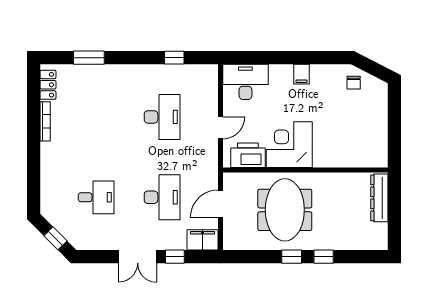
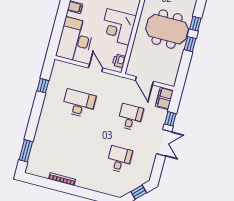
window: (89, 58) -> (26, 151), moved
desk: (245, 82) -> (75, 40), width x1.36, depth x1.30
locker: (48, 85) -> (39, 171), removed
printer: (248, 155) -> (119, 61), width x0.53, depth x0.68
desk: (162, 197) -> (130, 117), width x0.73
meeting table: (285, 210) -> (167, 29), moved

